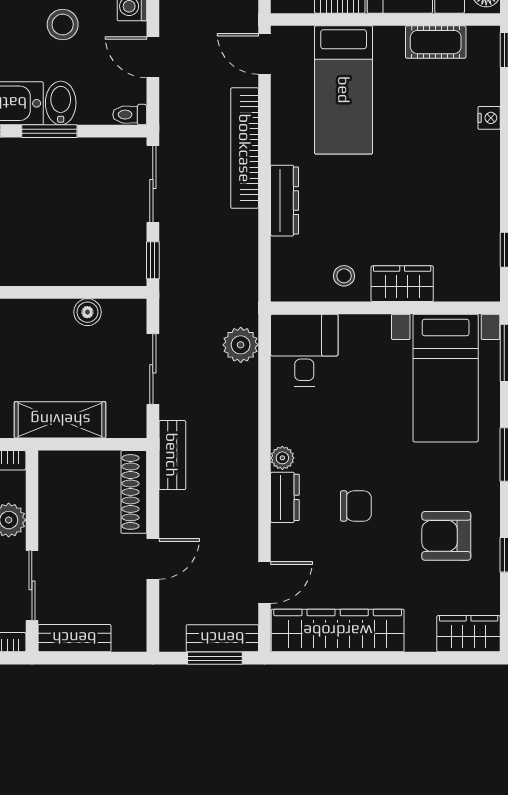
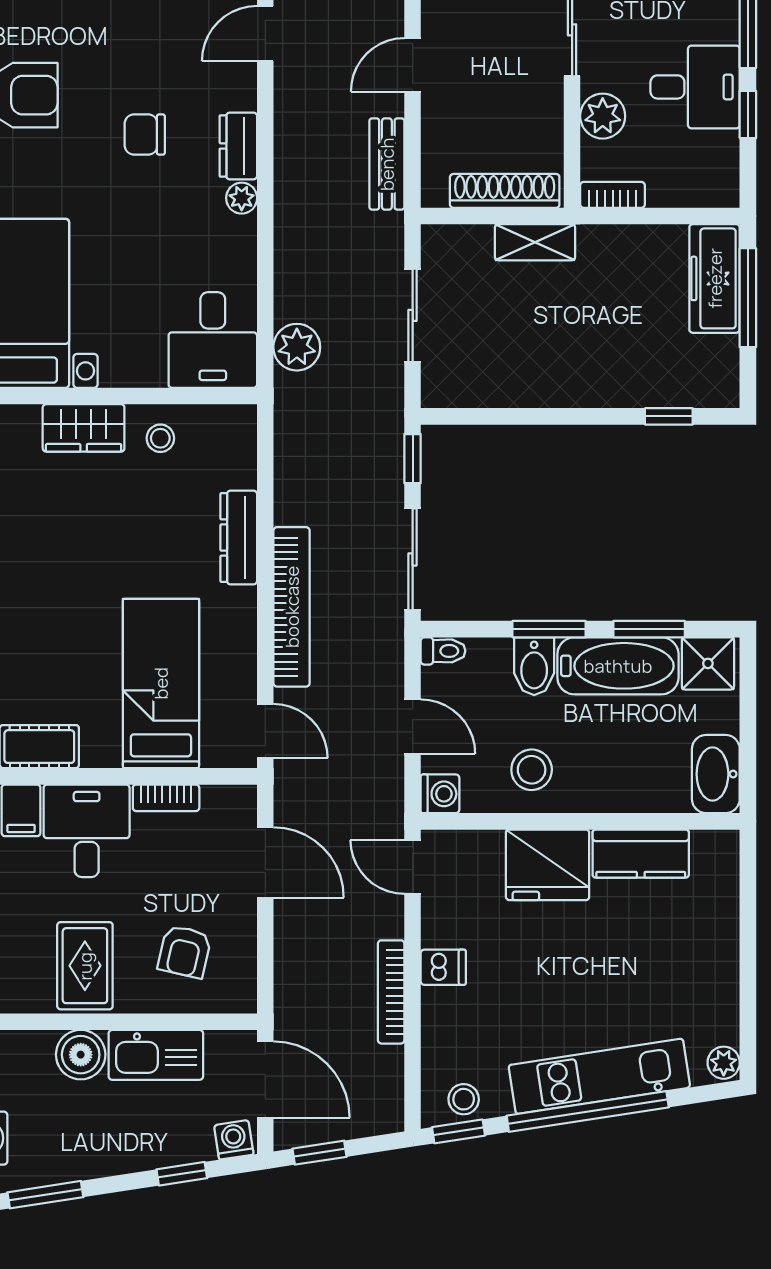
boiler: (87, 312) -> (499, 390), removed
shelving: (60, 420) -> (535, 242), width x0.67, depth x0.75
bench: (172, 455) -> (387, 164), moved
shoe rack: (134, 492) -> (505, 191), moved, turned -90

